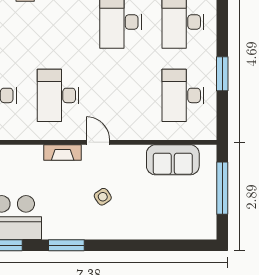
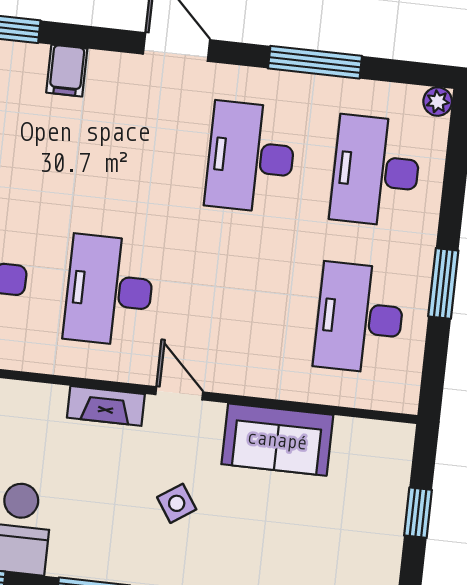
sofa: (173, 160) -> (277, 440), moved
window: (222, 188) -> (418, 513), width x0.46

